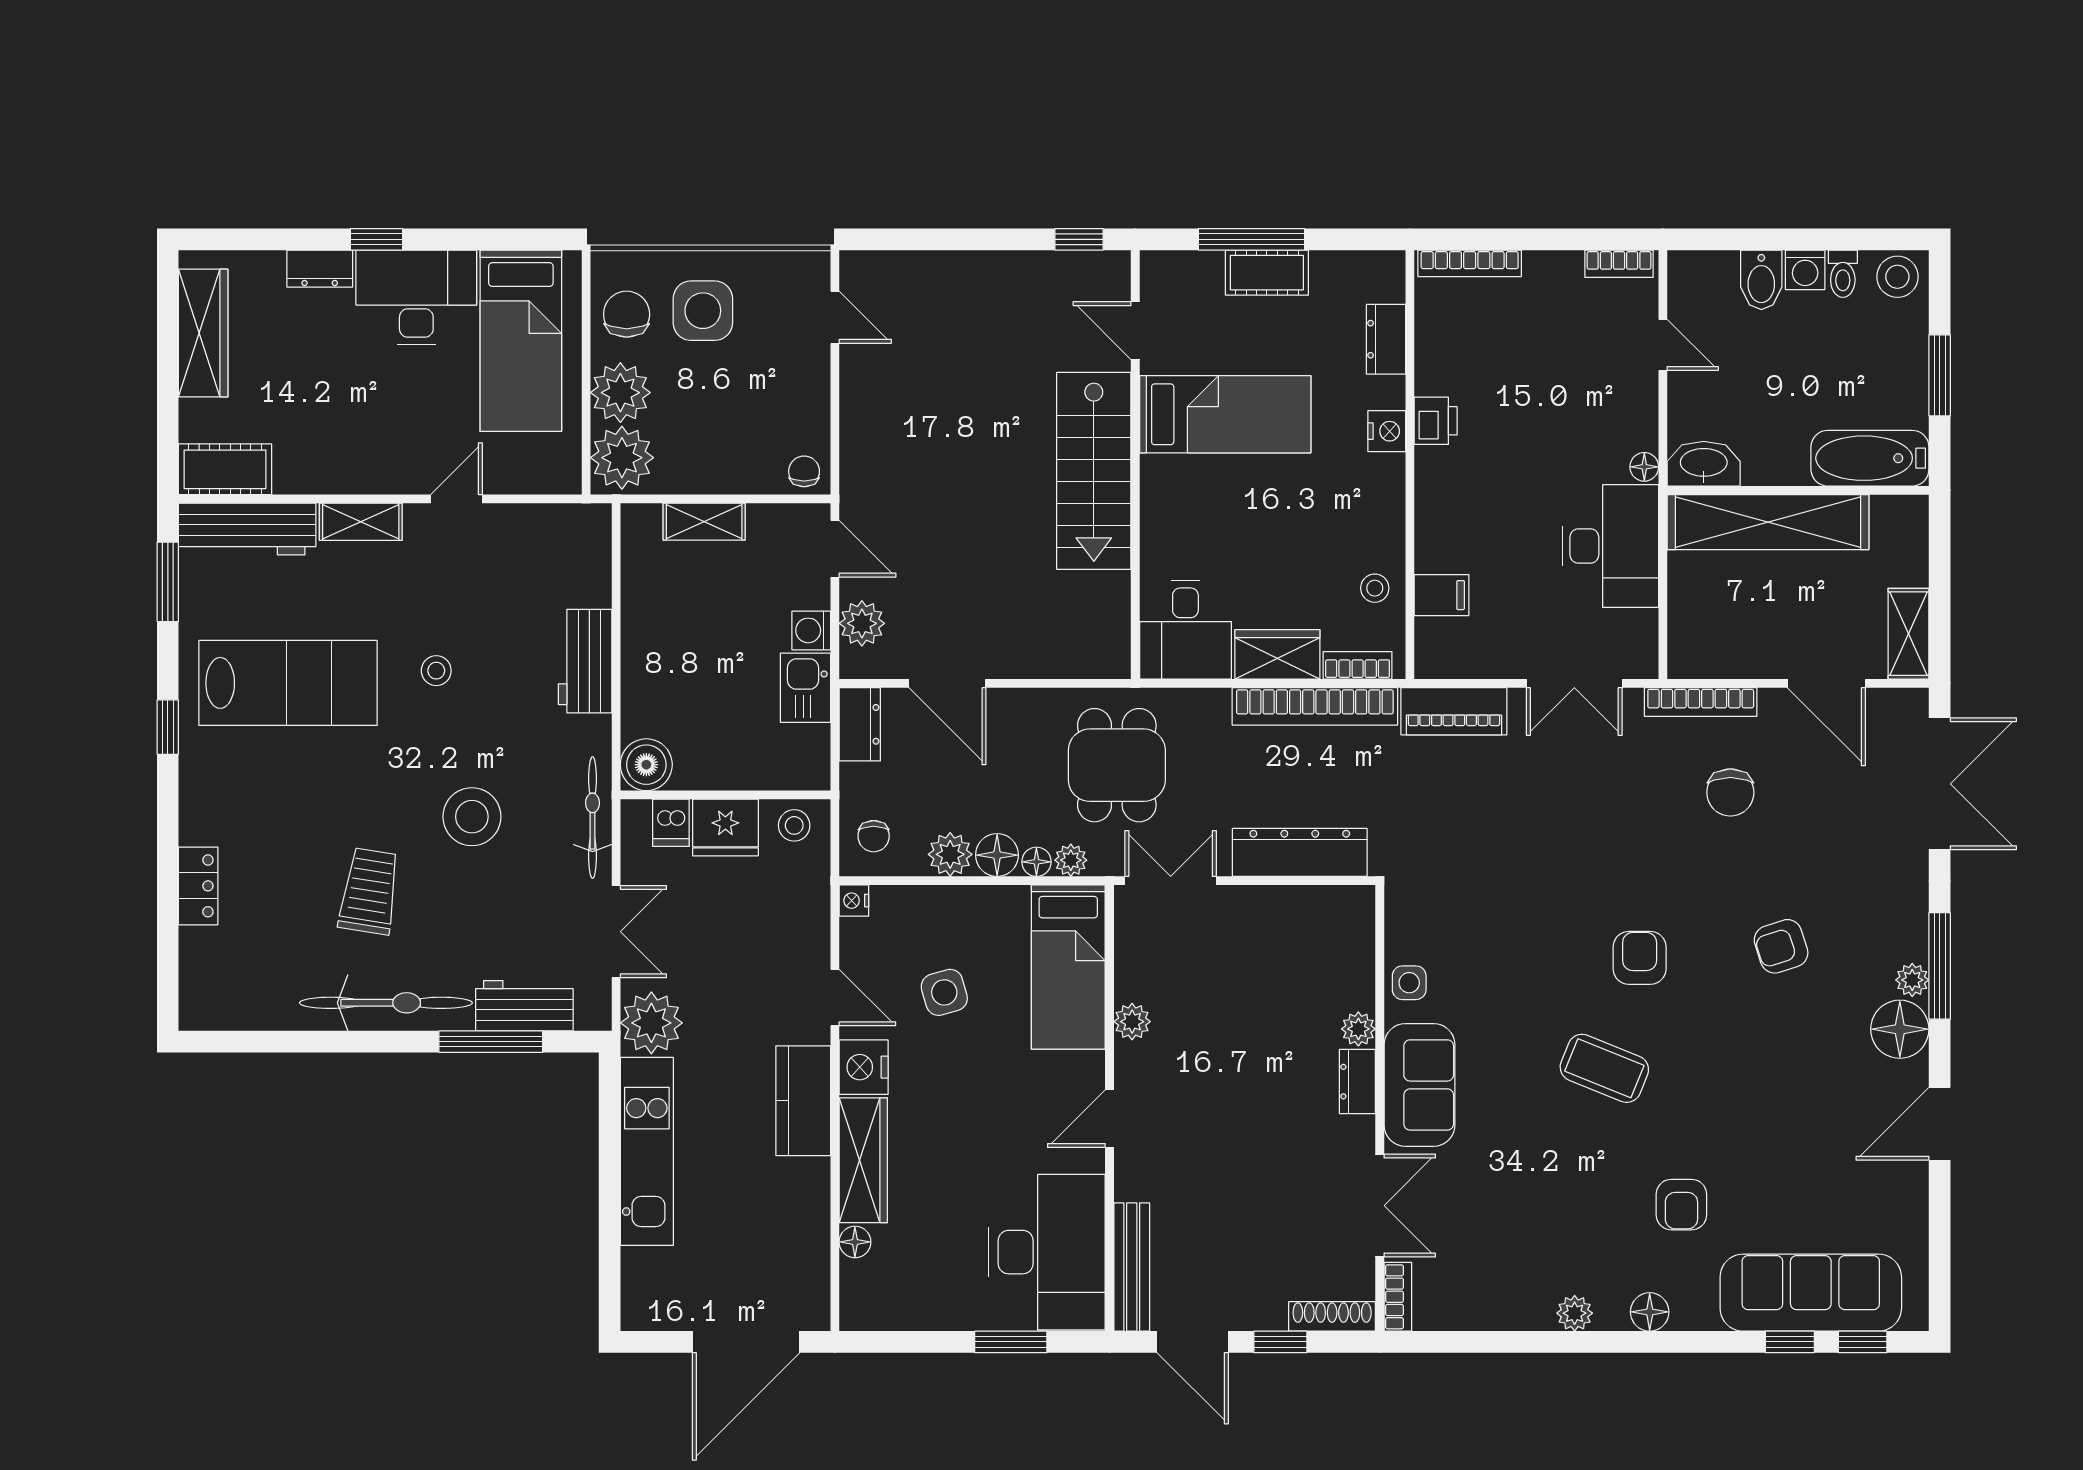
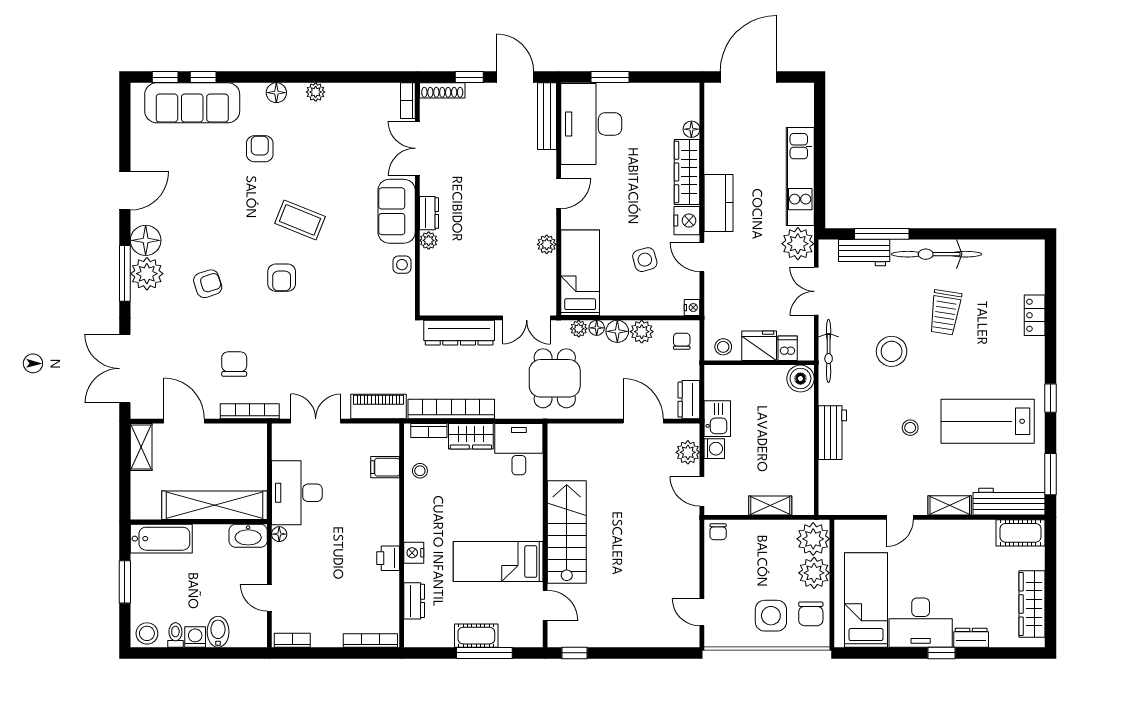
plant: (1912, 980) -> (147, 274), width x1.87, depth x1.87

